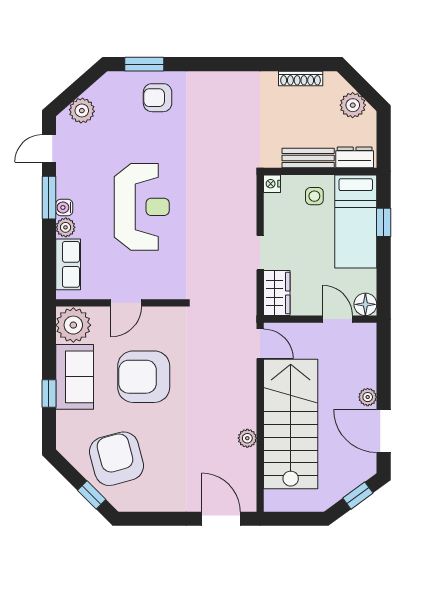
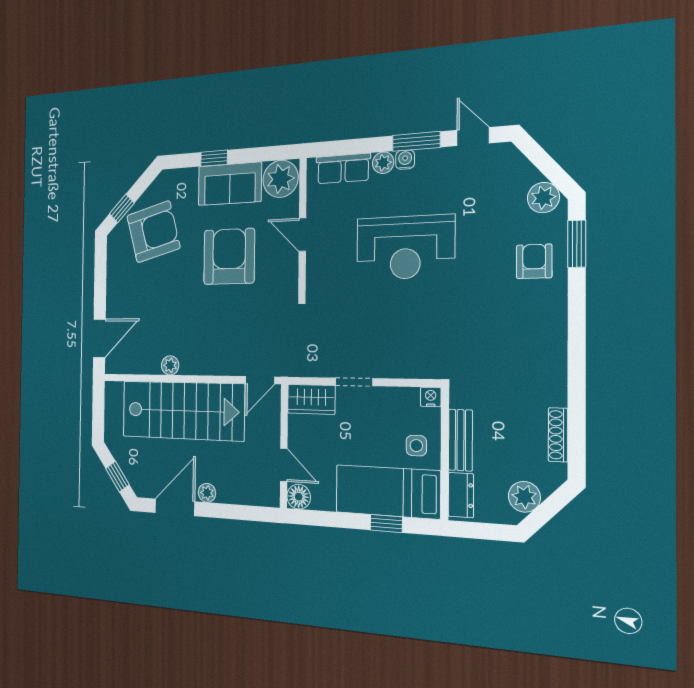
plant: (82, 111) -> (543, 198), moved
door: (337, 319) -> (284, 465), hinge flipped

